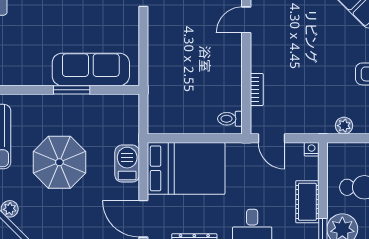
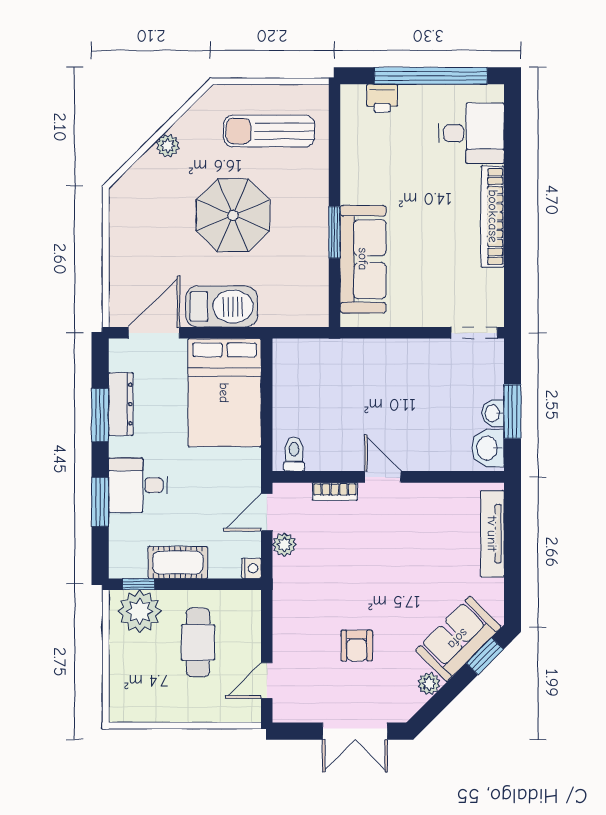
door: (246, 20) -> (383, 477), moved
plant: (344, 126) -> (284, 545), moved
barbecue: (127, 164) -> (222, 307), width x1.37, depth x1.21

